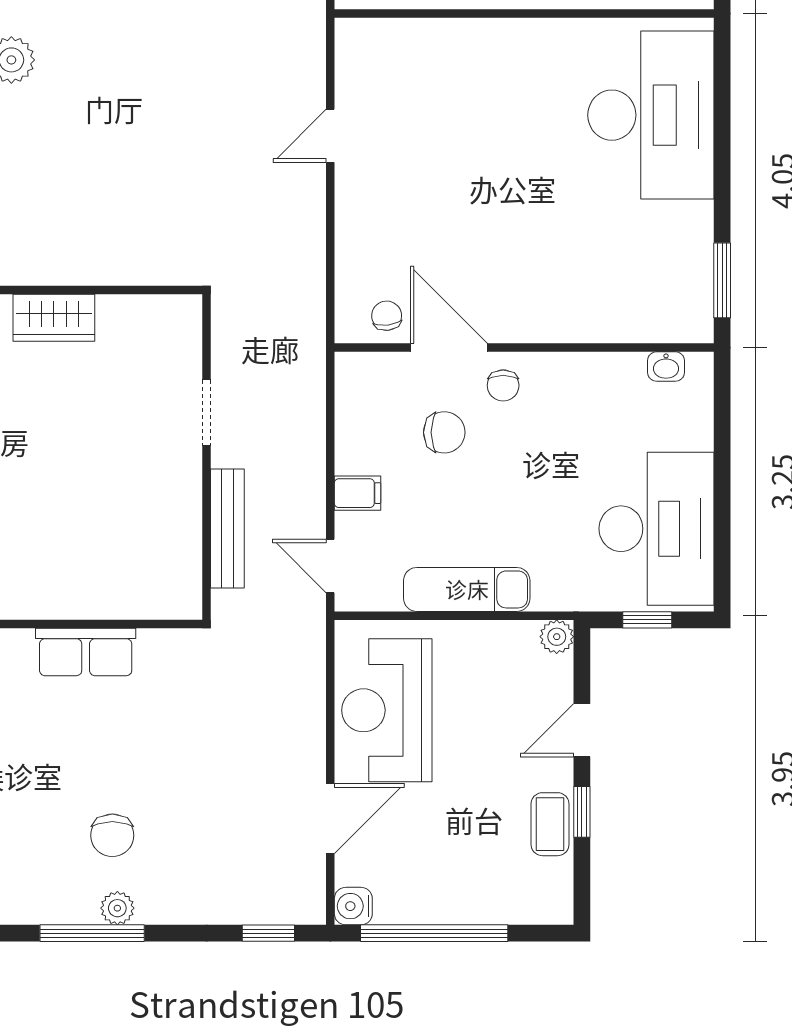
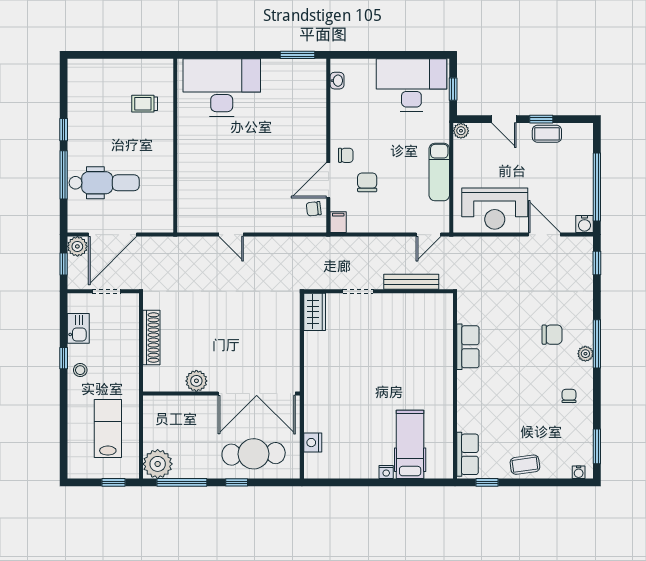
wardrobe: (54, 318) -> (315, 312), moved
filing cabinet: (357, 493) -> (338, 222), moved
plant: (117, 908) -> (585, 354), moved

